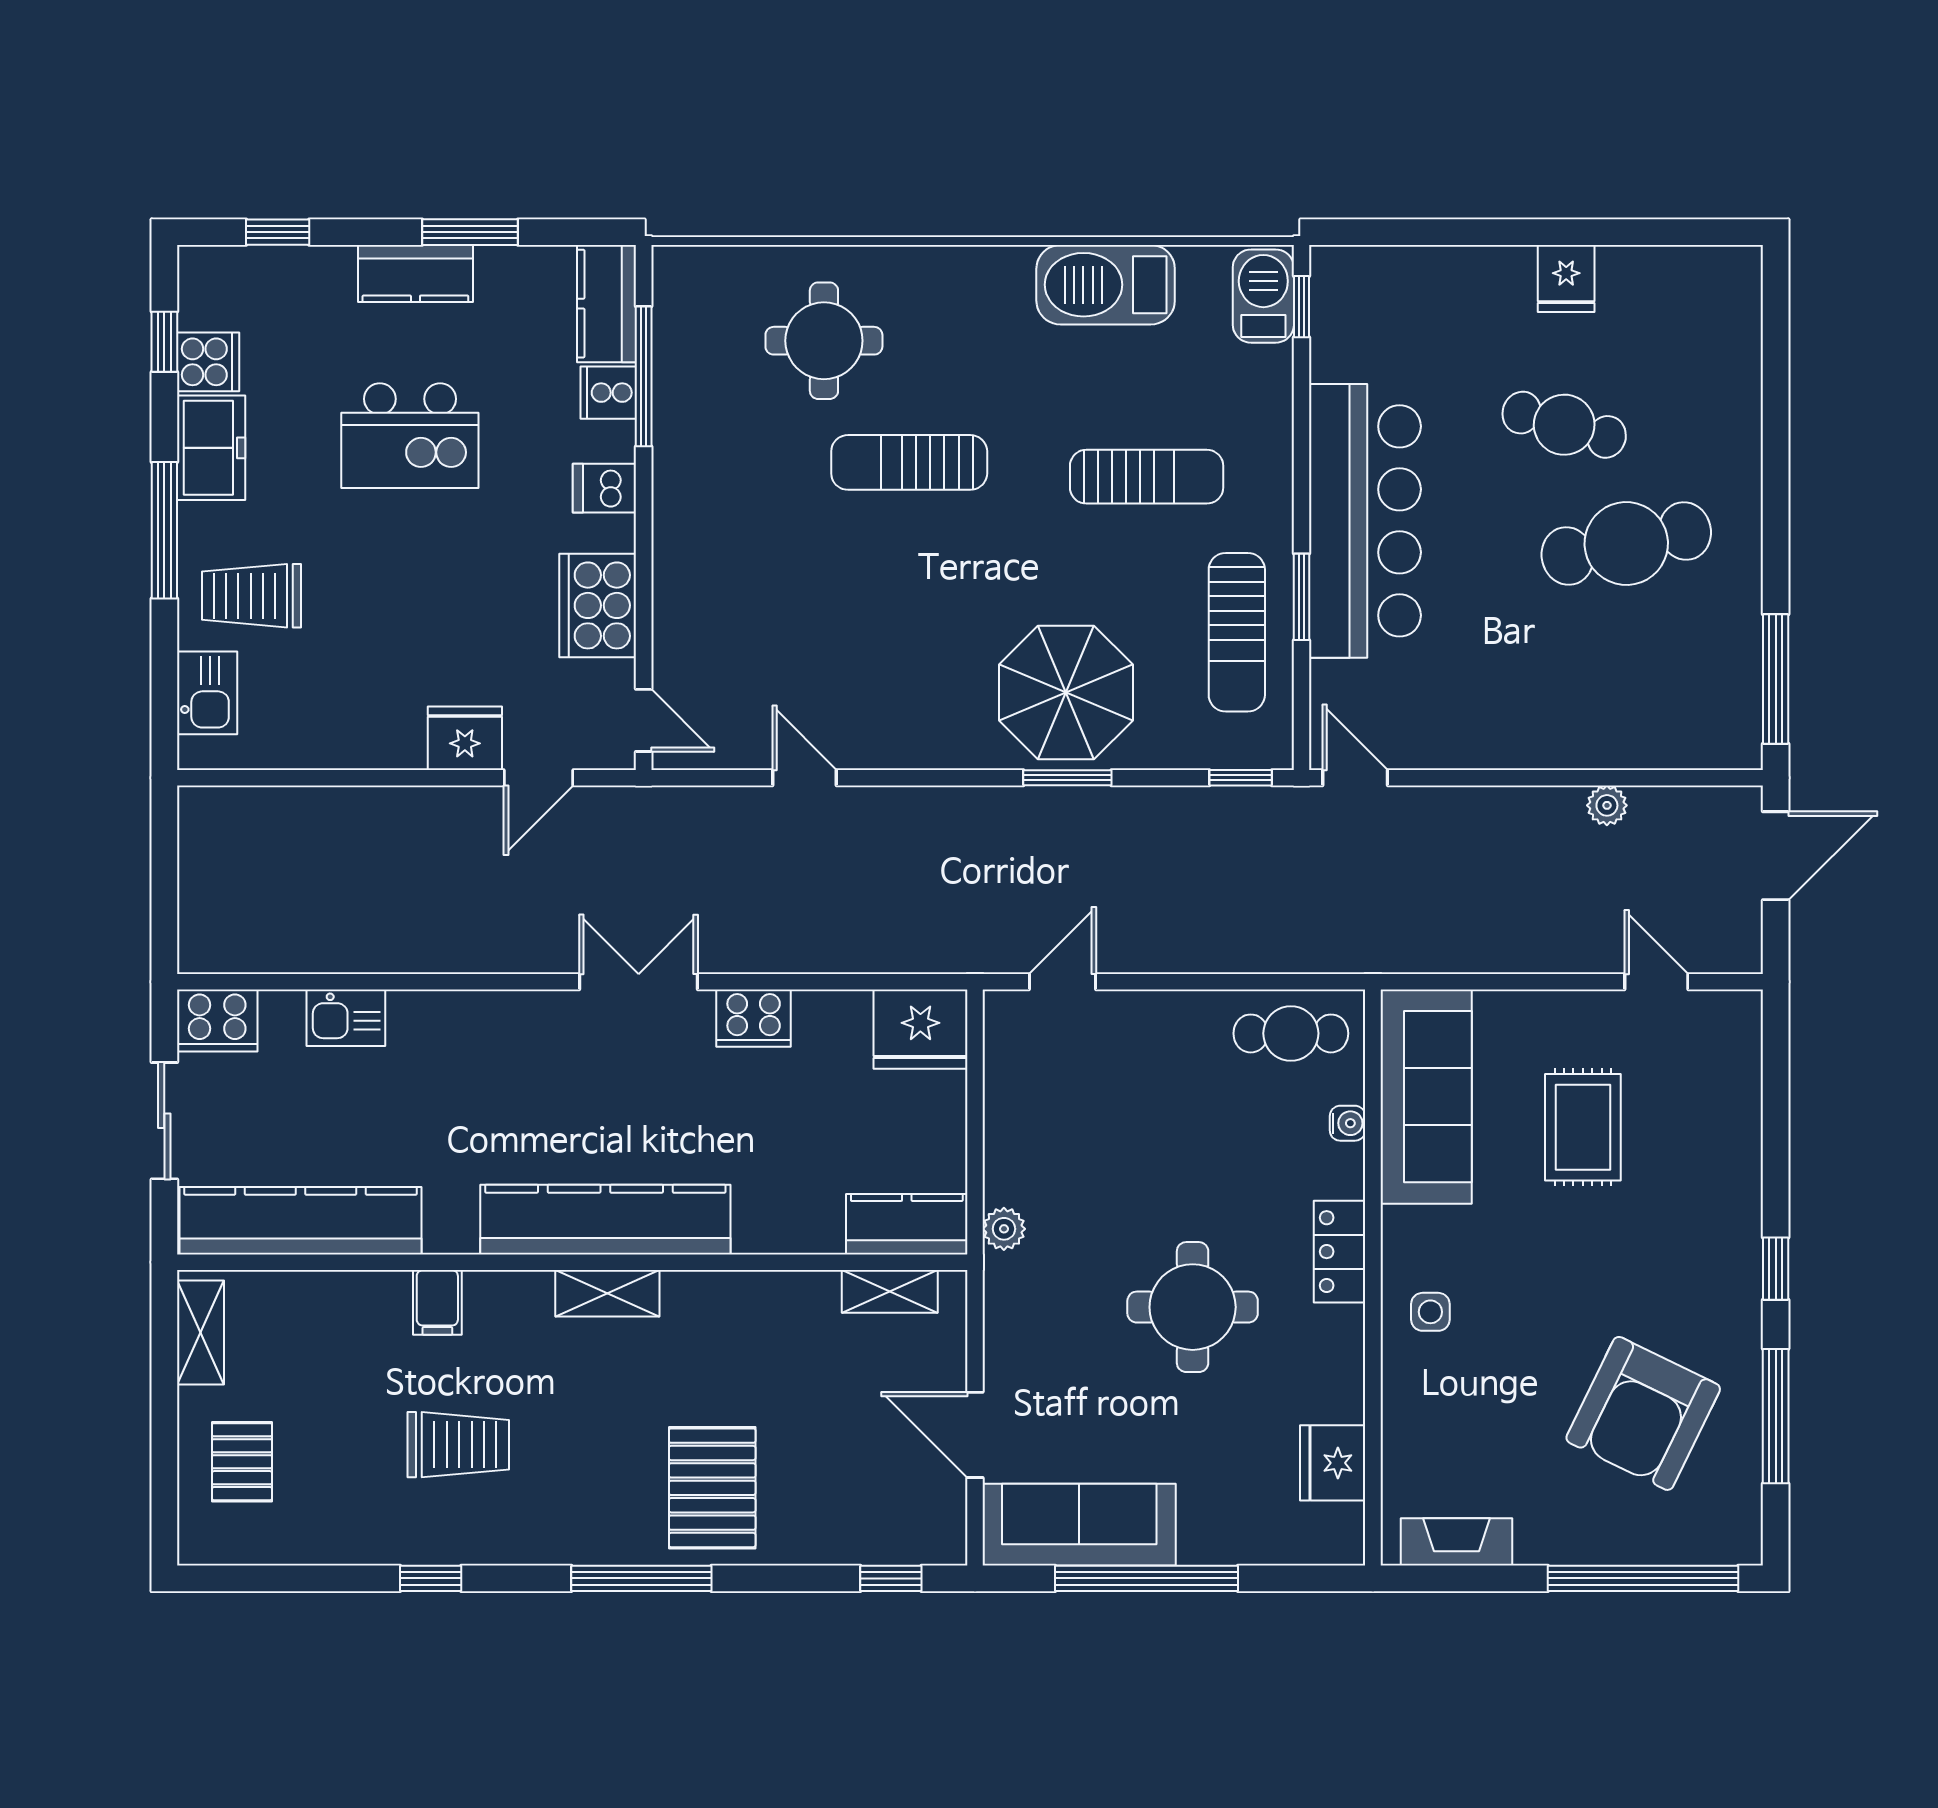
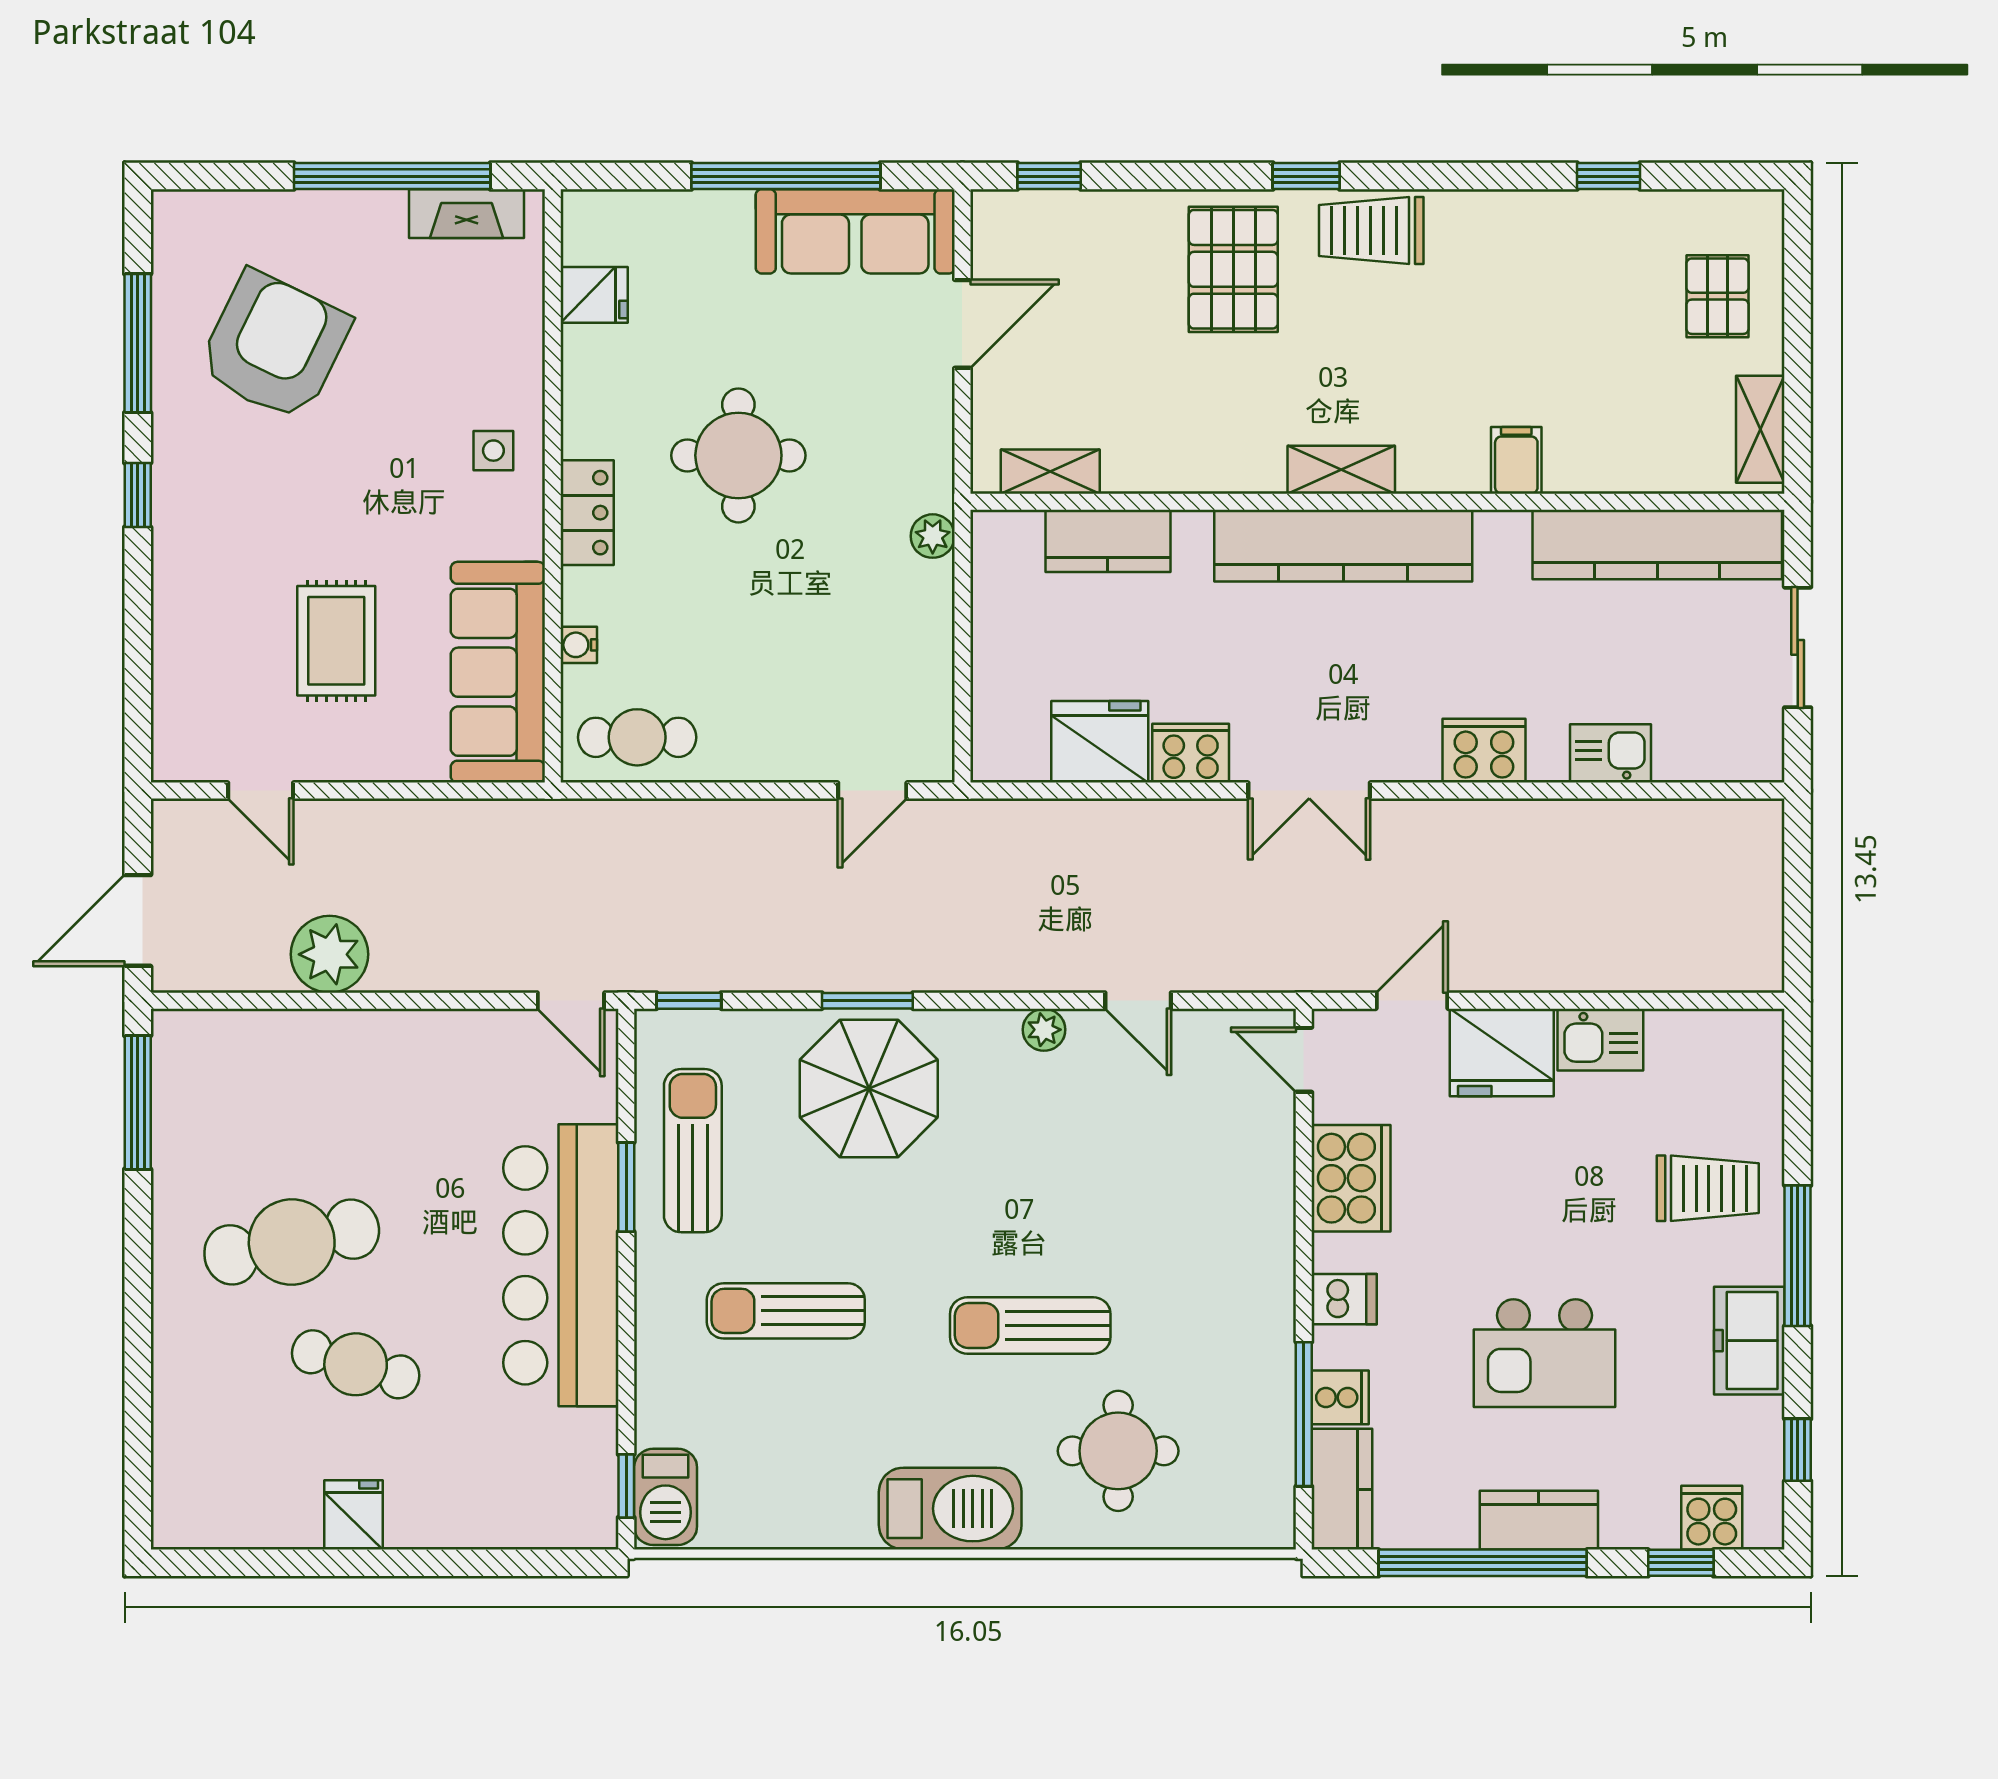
window: (470, 232) -> (1483, 1563), width x2.11
barbecue: (1106, 285) -> (950, 1509), moved
cooker: (208, 362) -> (1712, 1518), moved, turned 90
kitchen island: (410, 436) -> (1544, 1353), turned 180
sun lounger: (909, 462) -> (1030, 1326), turned 180
kitchen sink: (207, 693) -> (1600, 1040), moved, turned -90
fridge: (465, 738) -> (1502, 1052), width x1.36, depth x1.34
plant: (896, 750) -> (1044, 1030), added
plant: (1607, 805) -> (330, 954), width x1.87, depth x1.87
cooker: (217, 1020) -> (1484, 751), moved
fridge: (920, 1029) -> (1100, 742), moved
kitchen counter: (907, 1224) -> (1108, 541), moved
door: (975, 1435) -> (962, 324), hinge flipped
trolley: (458, 1445) -> (1371, 231), moved
fridge: (1333, 1463) -> (594, 295), width x0.72
window: (431, 1578) -> (1609, 176), moved
window: (641, 1578) -> (1306, 176), width x0.46
window: (1643, 1578) -> (392, 176), moved

